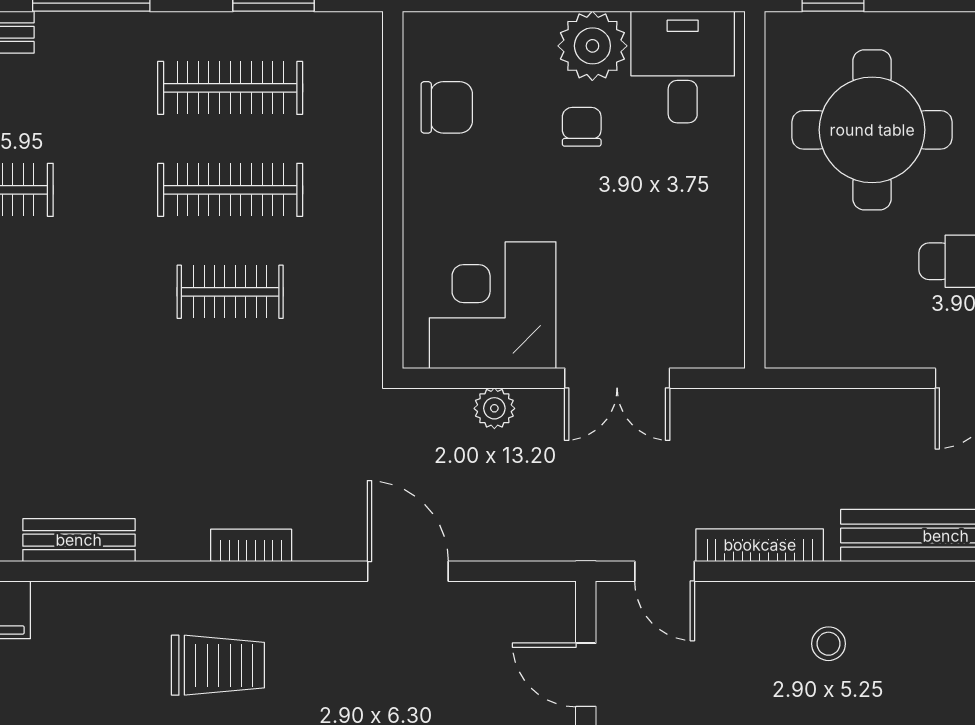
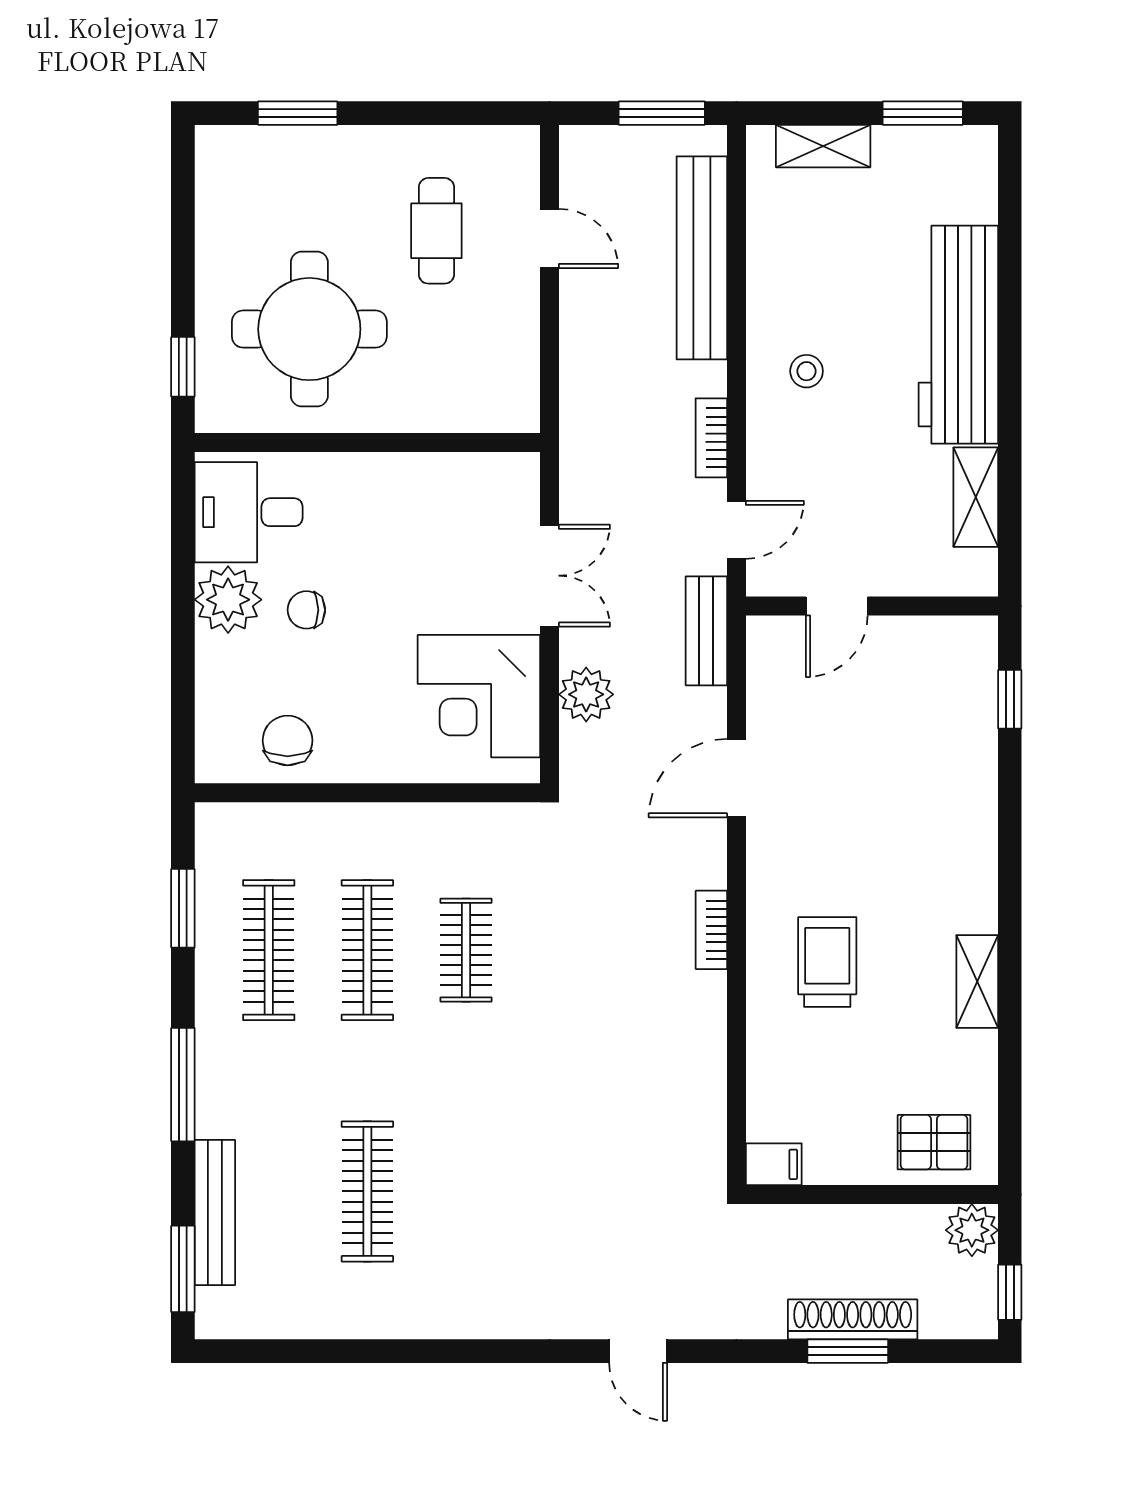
plant: (494, 408) -> (586, 694), width x1.38, depth x1.38
bench: (79, 540) -> (706, 631), moved
bookcase: (760, 545) -> (711, 438), width x0.64

